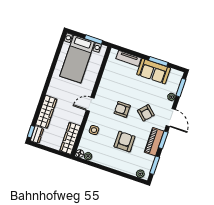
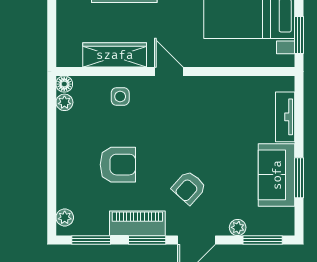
armchair: (122, 109) -> (180, 138), removed
wardrobe: (70, 138) -> (115, 55), moved

